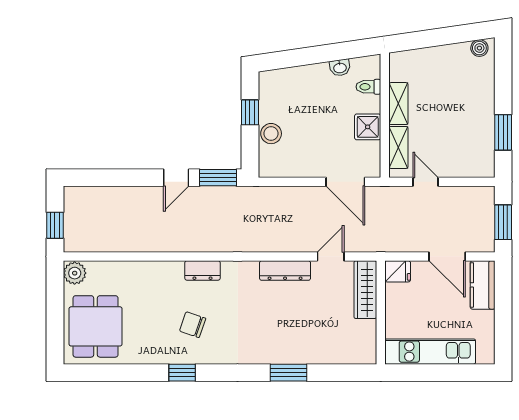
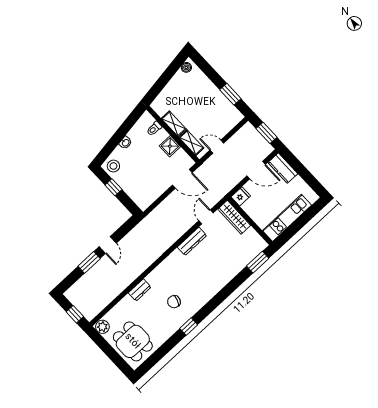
washbasin: (340, 68) -> (125, 143), moved
stool: (271, 134) -> (113, 166), moved
window: (218, 178) -> (89, 262), moved
dresser: (202, 270) -> (140, 290), moved
window: (289, 373) -> (258, 262), moved

